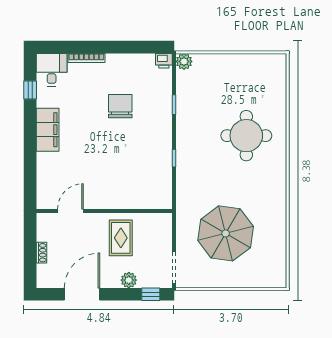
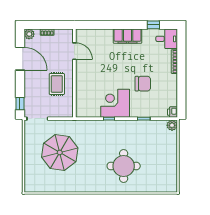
corner desk: (150, 149) -> (115, 103), added
rug: (121, 238) -> (57, 84), turned 90
plant: (129, 280) -> (29, 34), moved

